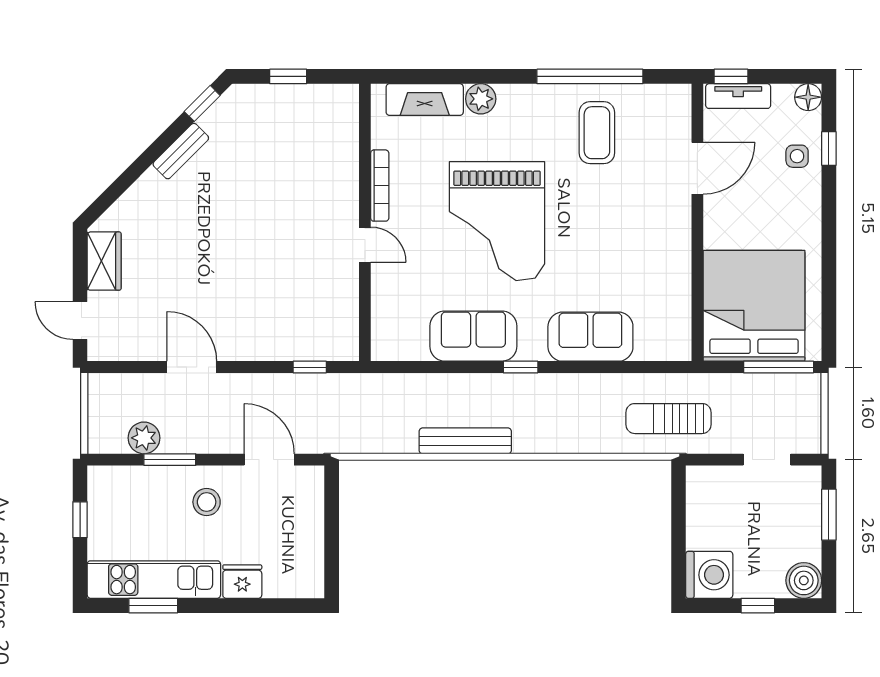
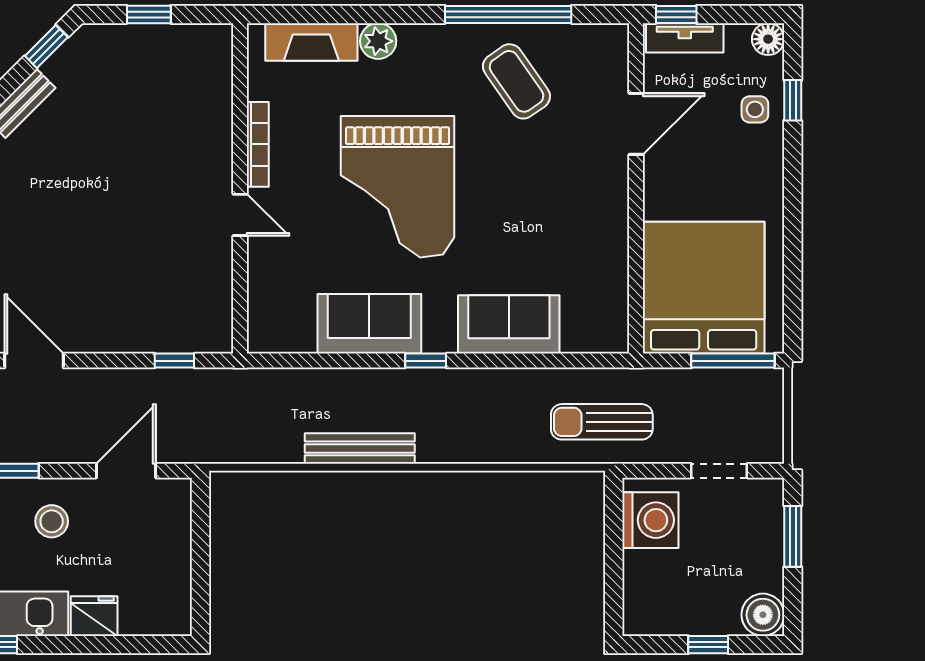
coffee table: (597, 133) -> (516, 81), turned -35
door: (269, 460) -> (126, 471), hinge flipped
washing machine: (709, 575) -> (650, 520), moved

